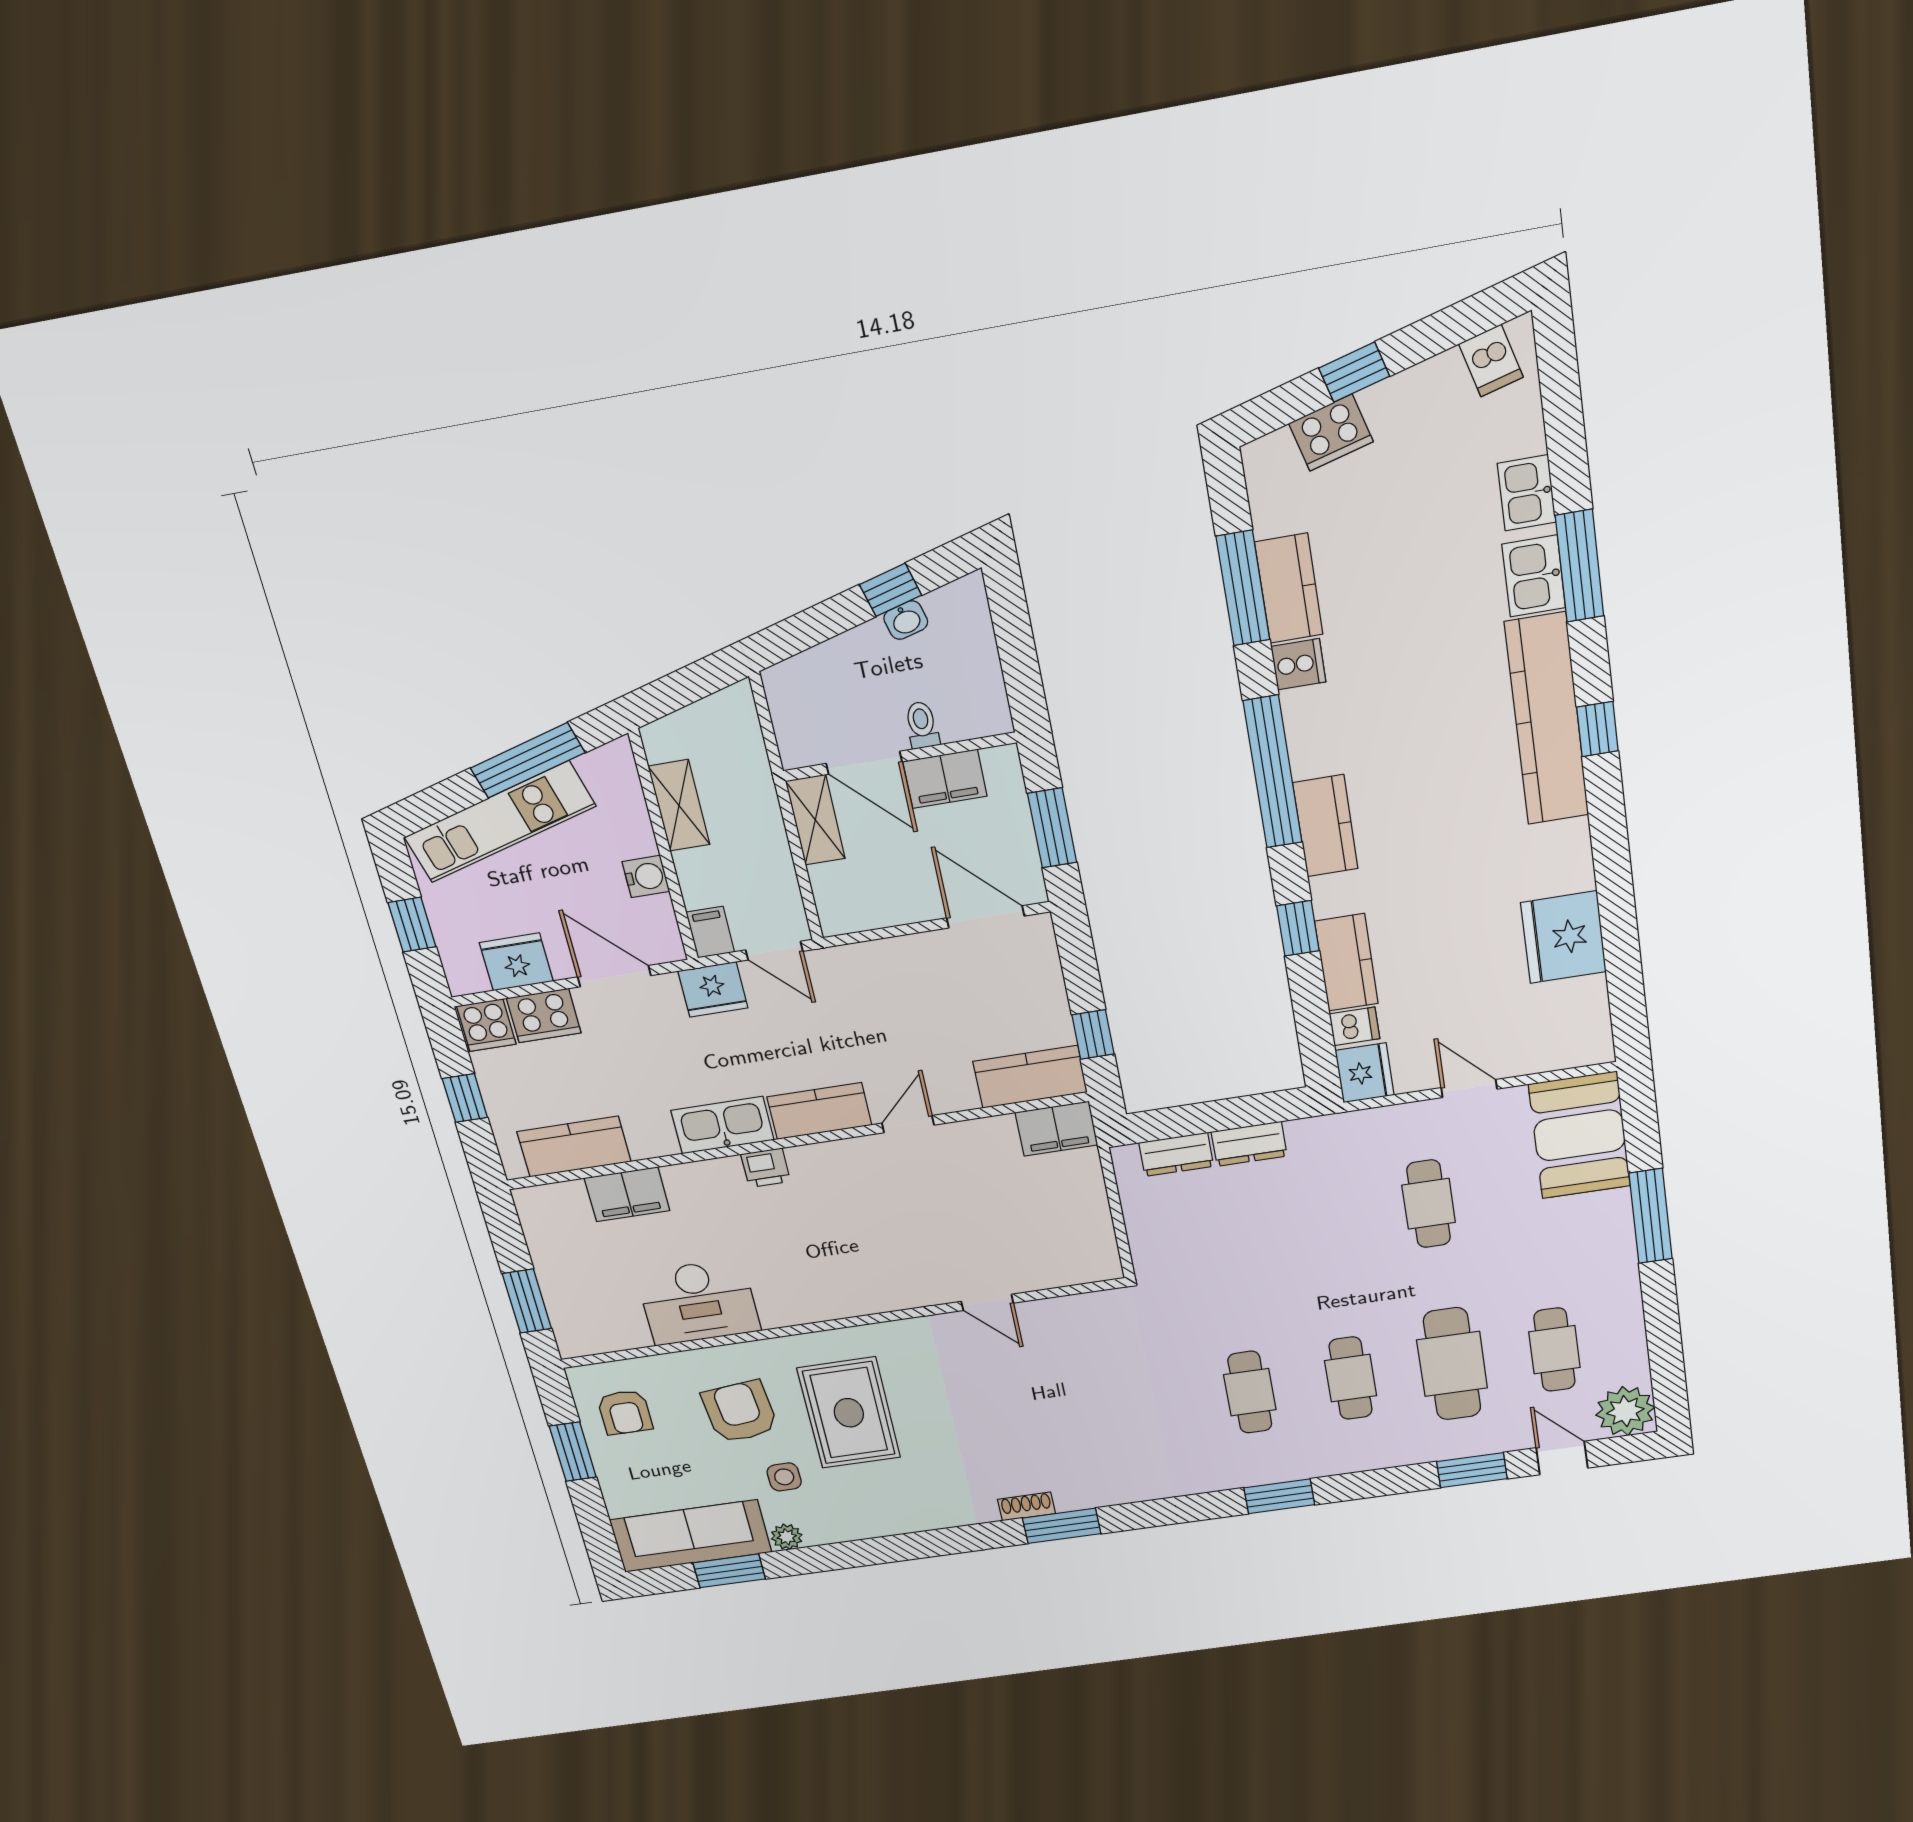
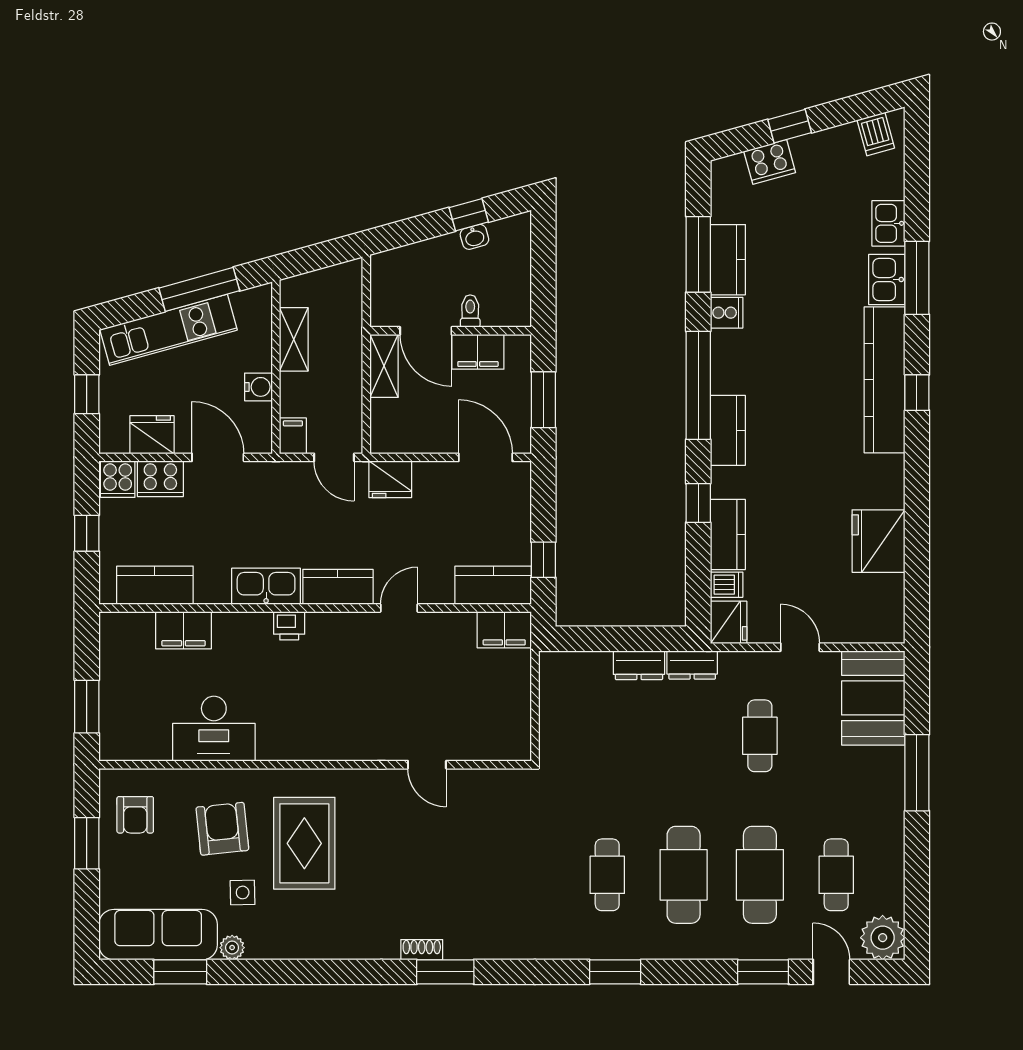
fridge: (713, 989) -> (390, 479), moved
dresser: (1176, 1154) -> (692, 665), moved
cafe table: (1351, 1378) -> (684, 875), width x1.37, depth x1.35

